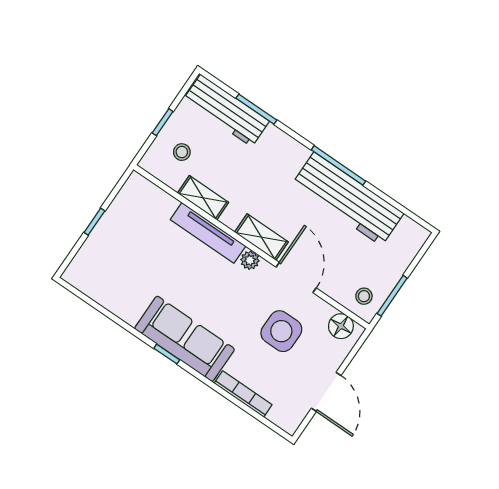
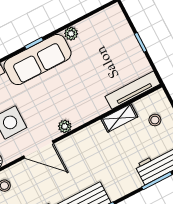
tv unit: (208, 233) -> (133, 90), moved
shelving: (261, 237) -> (75, 141), removed
plant: (130, 314) -> (71, 34), added

